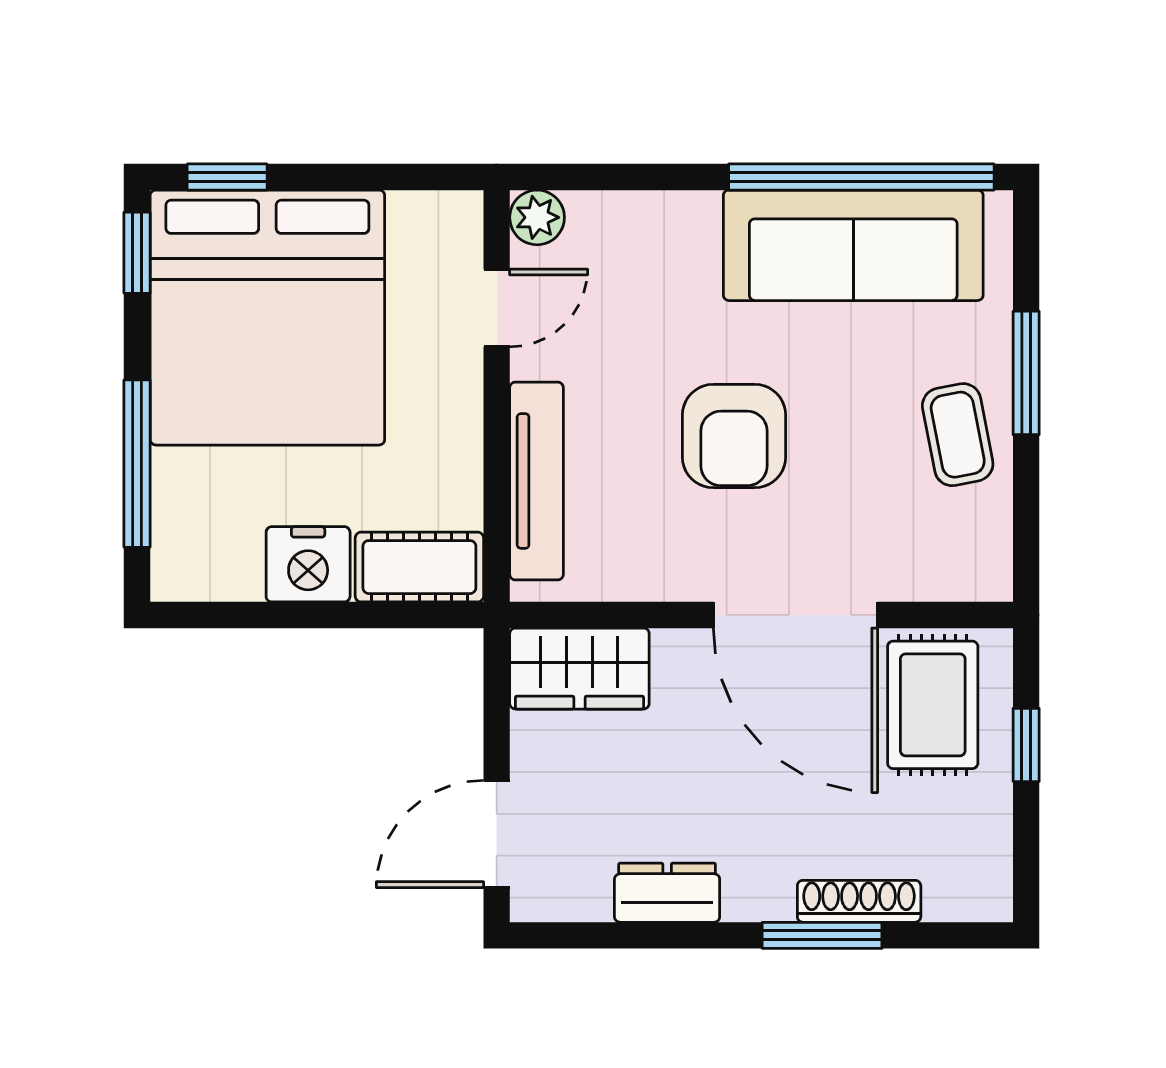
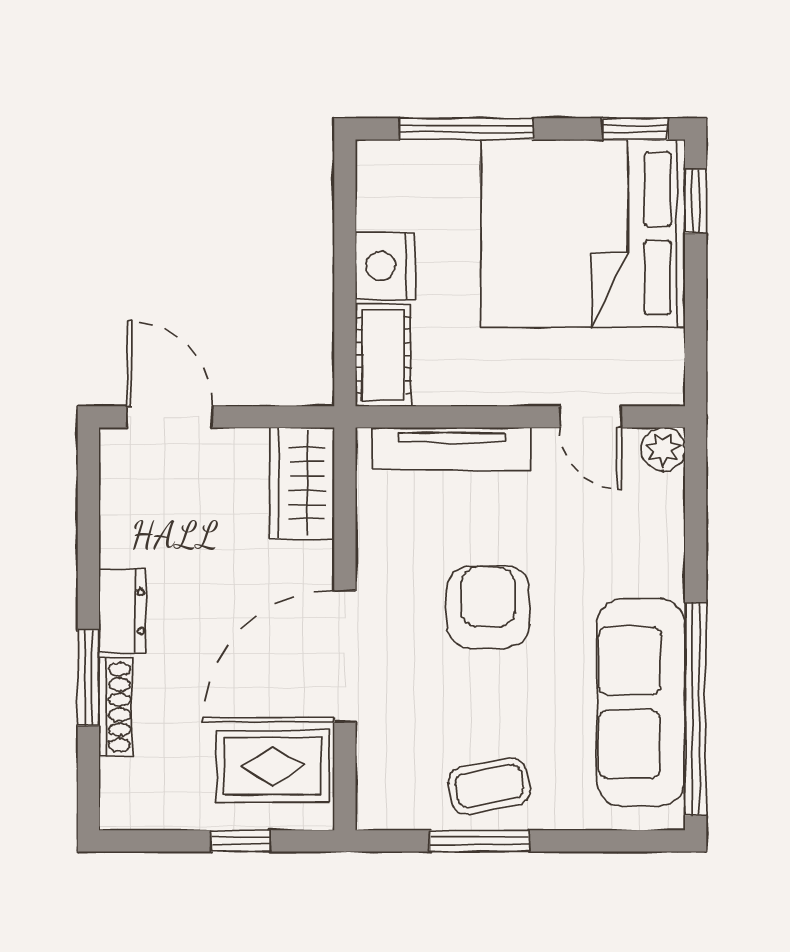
window: (1026, 373) -> (480, 841), moved
armchair: (734, 436) -> (488, 607), turned 90
dresser: (667, 893) -> (122, 611), moved

